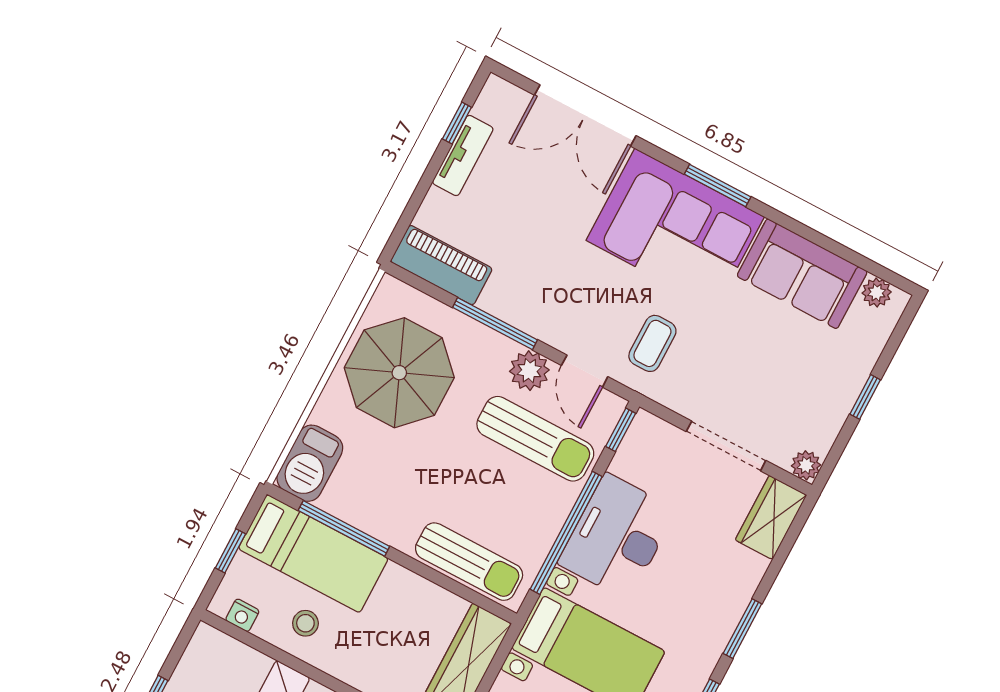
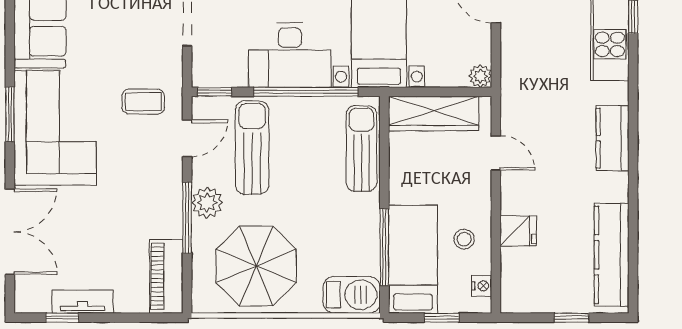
plant: (529, 371) -> (207, 203), moved

